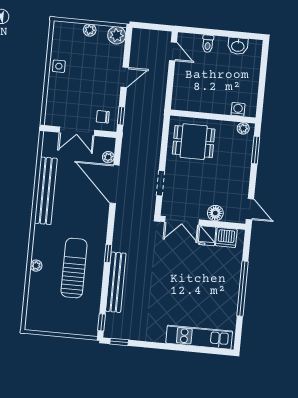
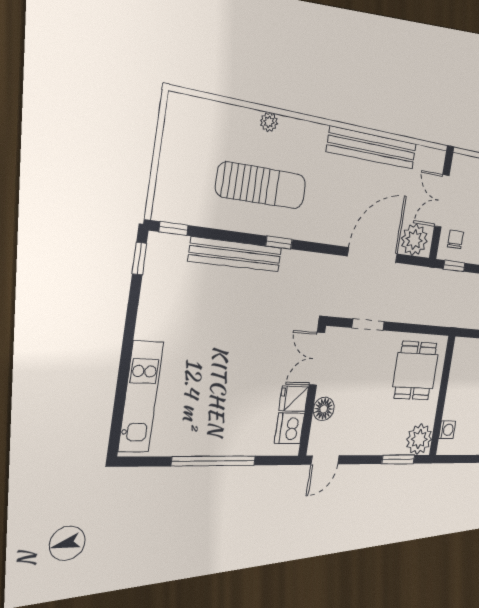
plant: (243, 128) -> (419, 439), width x1.88, depth x1.88
plant: (108, 157) -> (414, 240), width x1.87, depth x1.87

